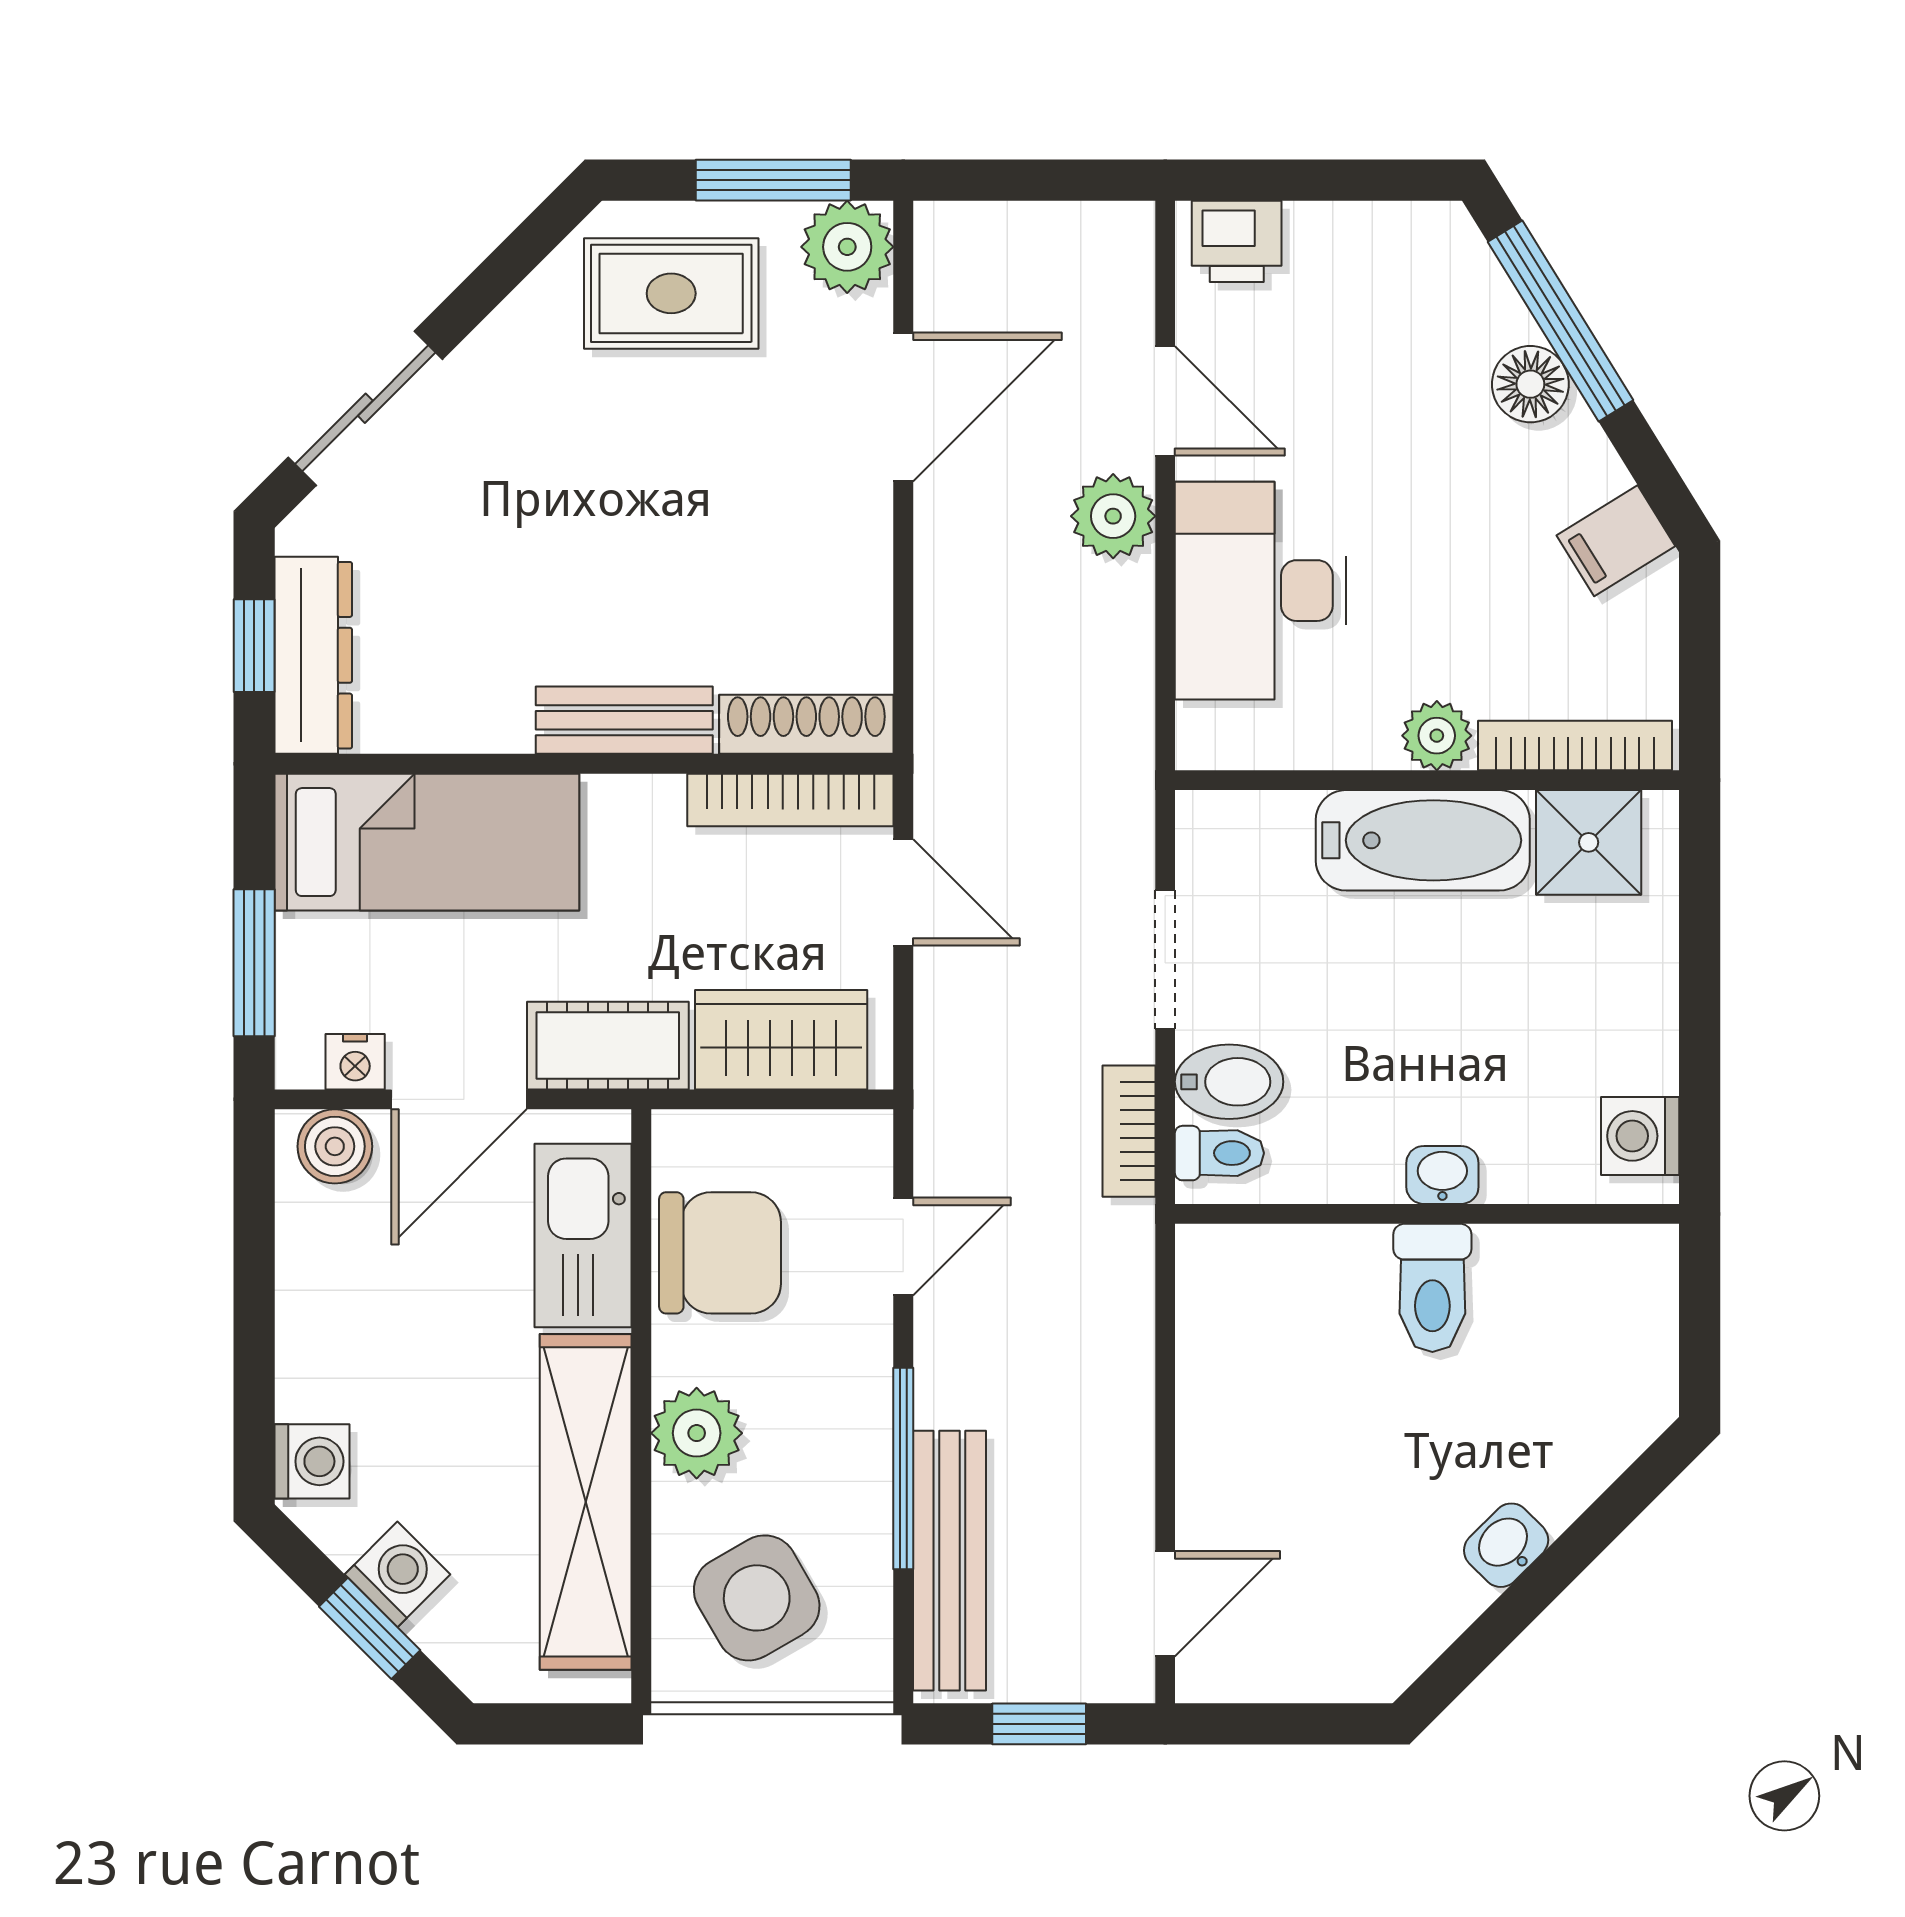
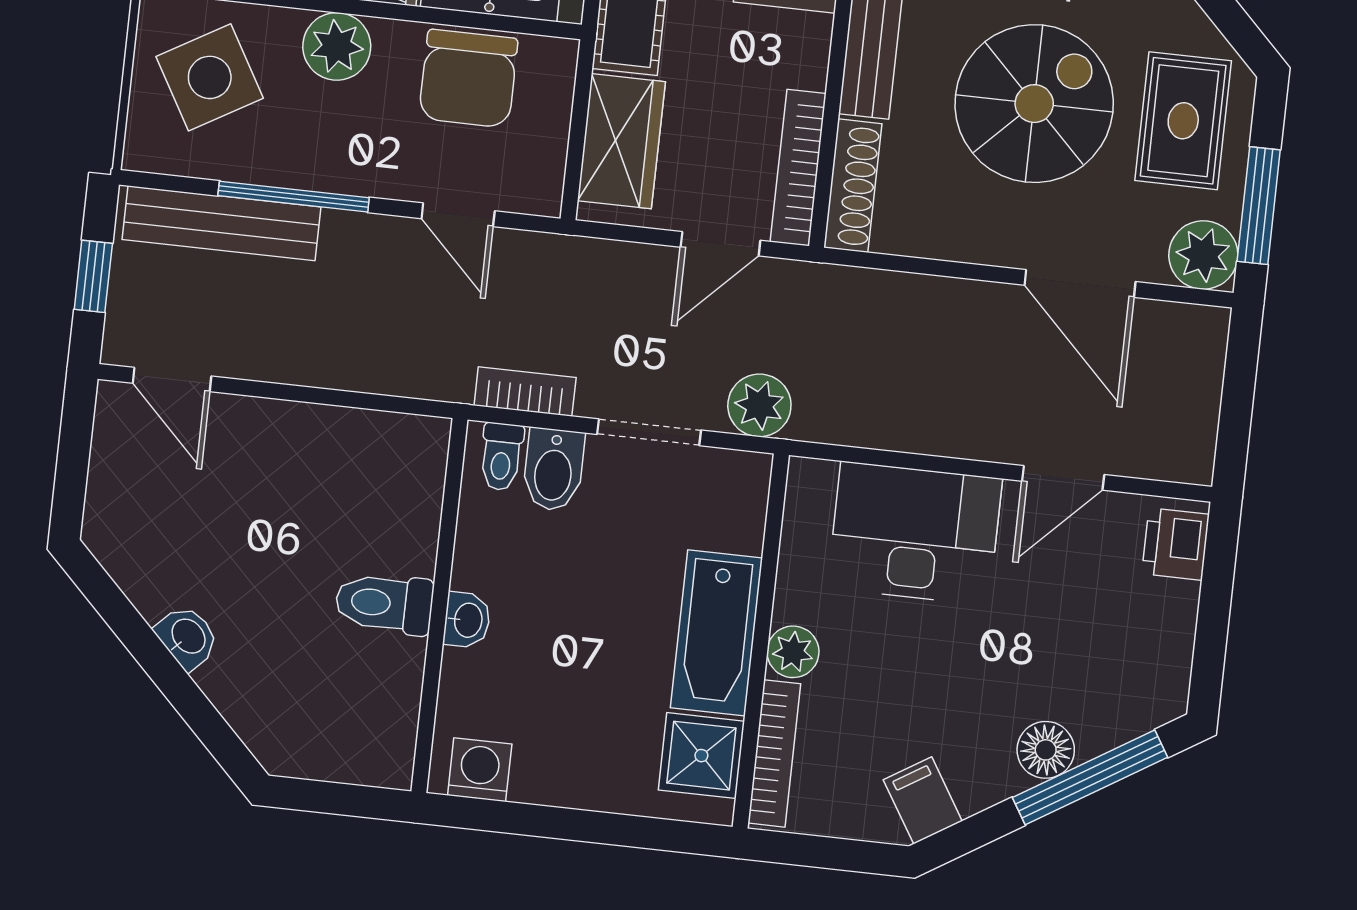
spiral stairs: (670, 495) -> (1034, 104), added
plant: (1113, 516) -> (759, 405), moved

